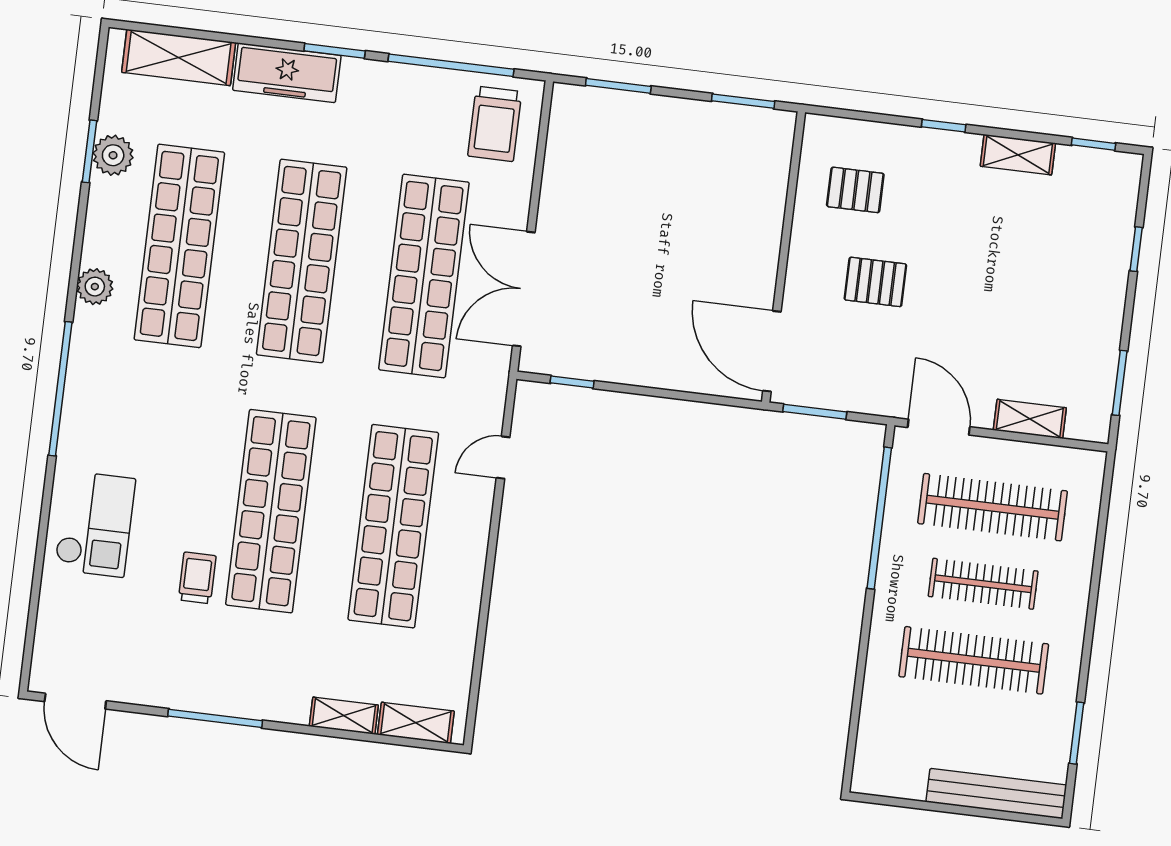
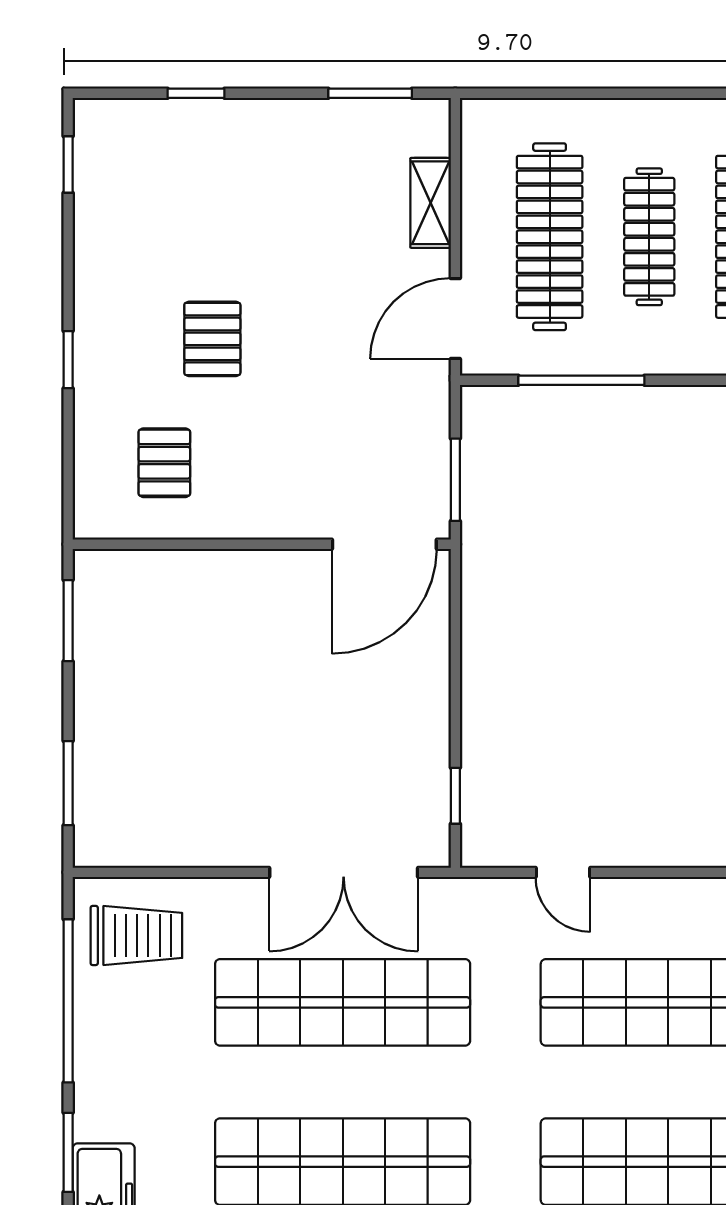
shelving: (1018, 155) -> (93, 260), removed
pallet: (875, 282) -> (212, 339), moved
window: (879, 518) -> (581, 380), width x0.68

